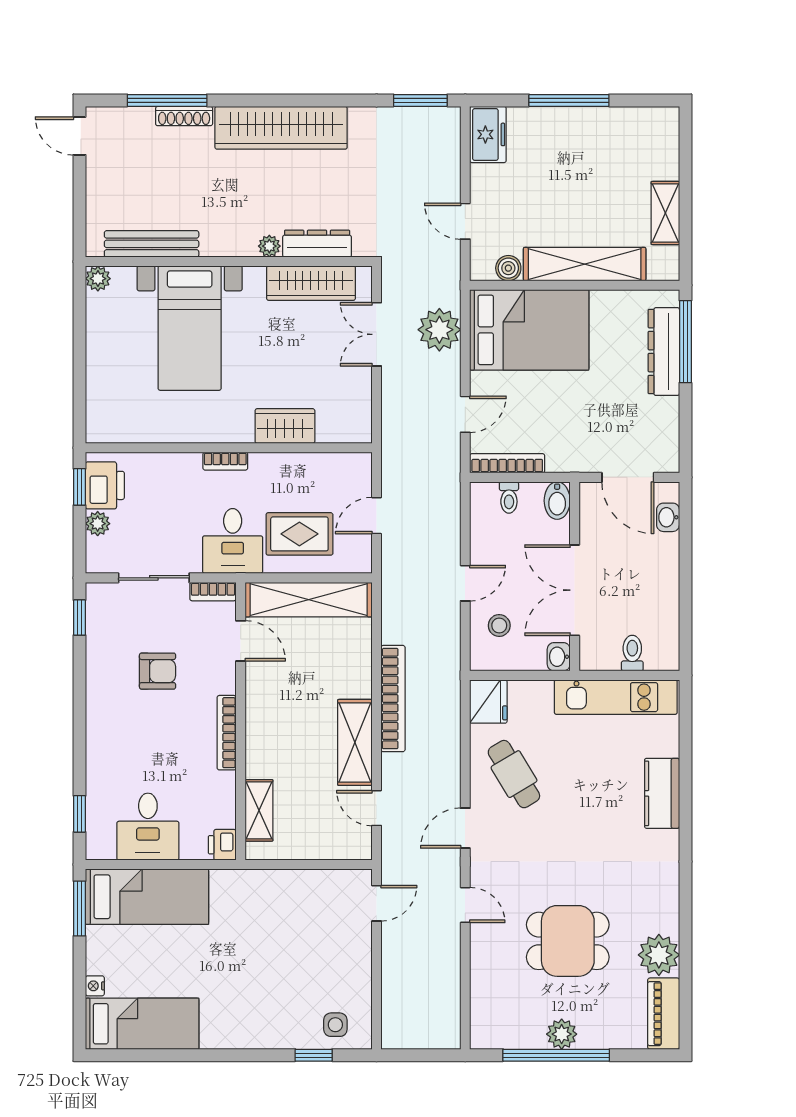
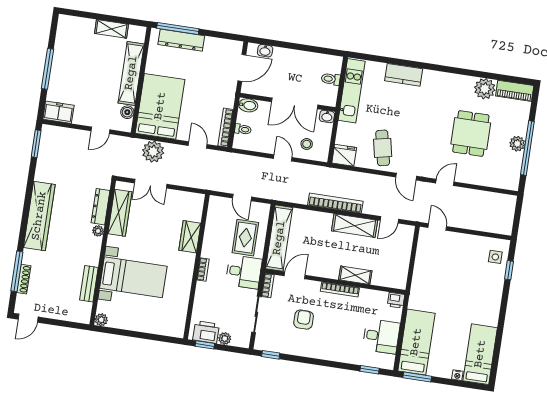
shoe rack: (184, 116) -> (24, 279), moved
bench: (152, 244) -> (89, 284), width x0.73
cafe table: (514, 774) -> (383, 148), turned -71
shelving: (259, 810) -> (355, 275), moved

